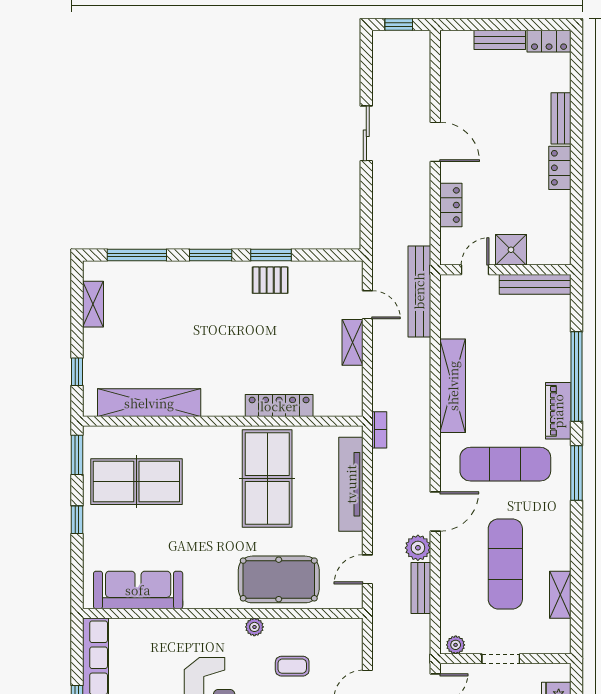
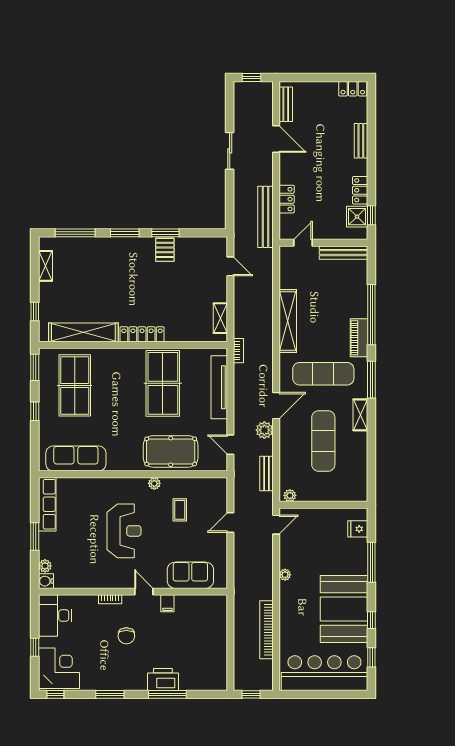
bench: (500, 40) -> (286, 104), moved, turned 90
door: (435, 142) -> (276, 139), moved
locker: (560, 168) -> (360, 190), moved
window: (577, 229) -> (371, 215), added
shower: (511, 250) -> (357, 217), moved
pallet: (270, 280) -> (165, 250), turned 90
bench: (419, 291) -> (265, 217), moved
shelving: (353, 342) -> (220, 318), moved
locker: (279, 406) -> (142, 334), moved
table tennis table: (136, 482) -> (75, 385), turned 90
door: (367, 569) -> (230, 445), hinge flipped
bench: (421, 588) -> (266, 473), moved
shelving: (560, 595) -> (360, 415), moved
doorway: (501, 659) -> (320, 505), removed
coffee table: (292, 666) -> (180, 510), turned 90

